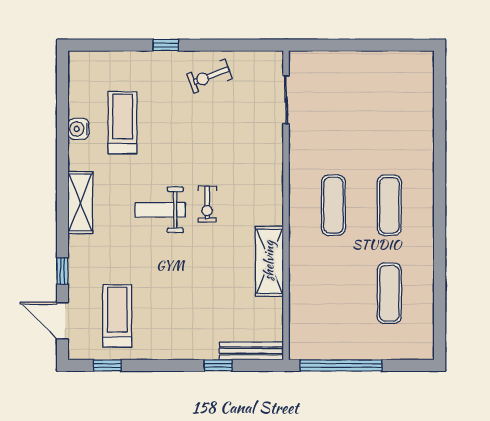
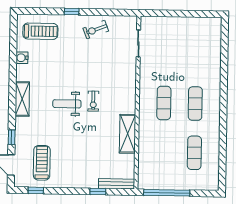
treadmill: (122, 123) -> (40, 31), moved, turned 90

